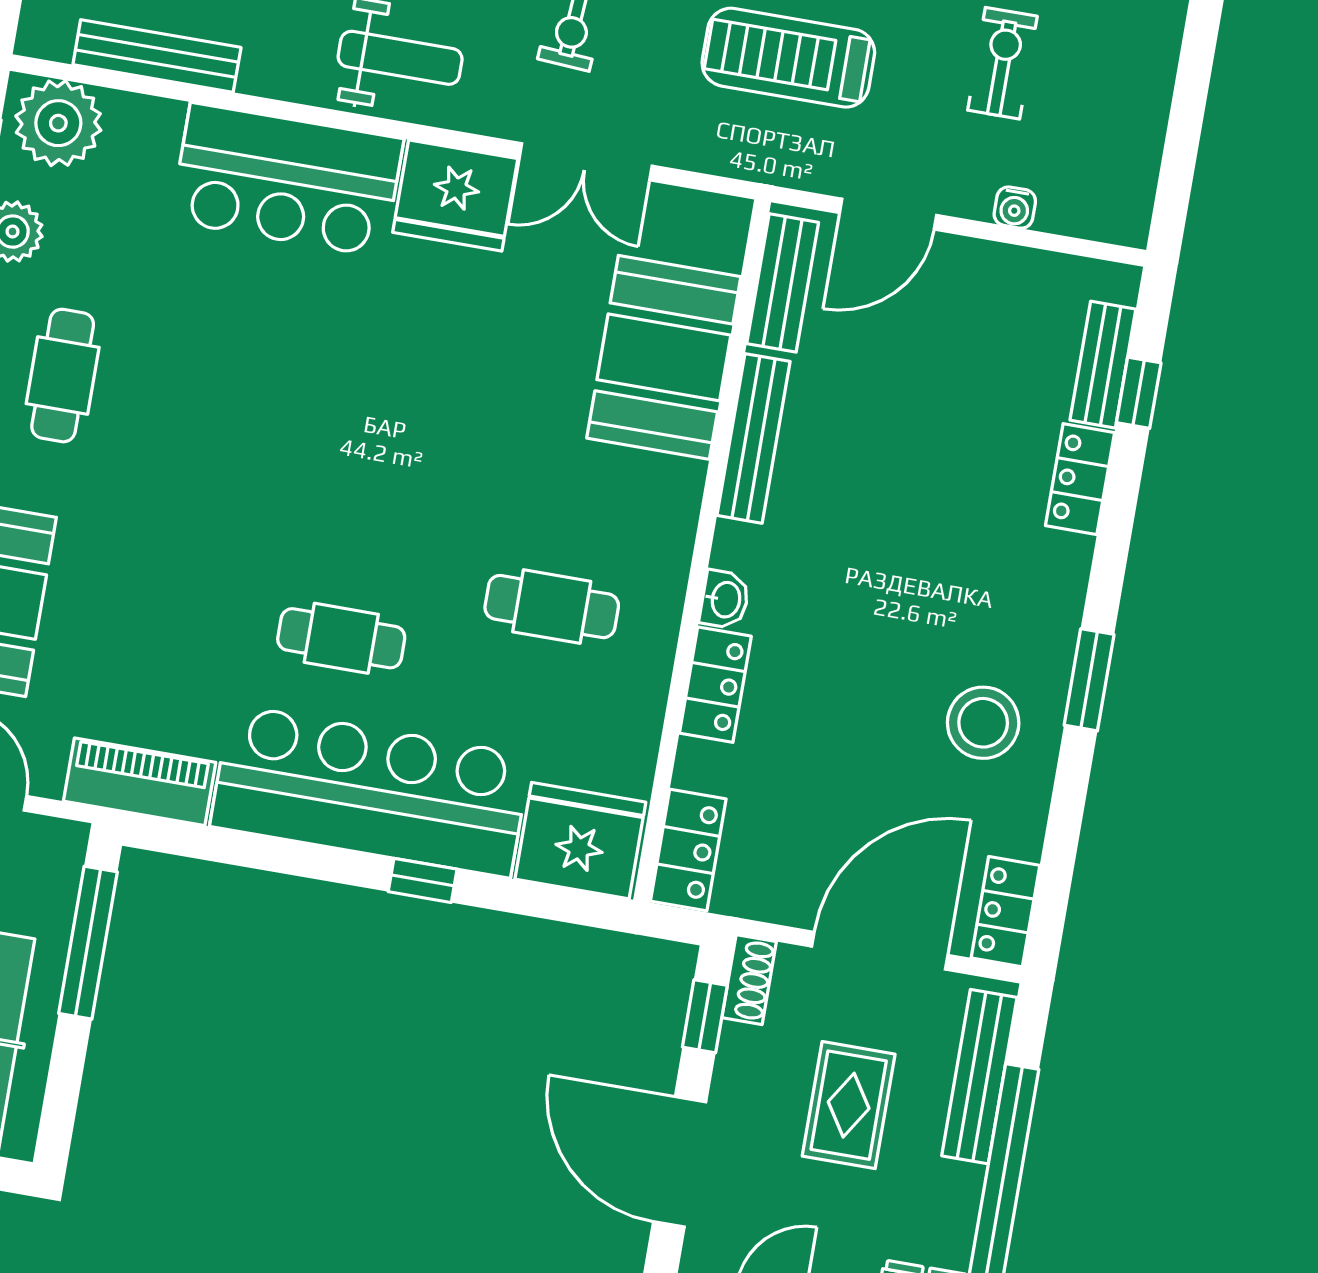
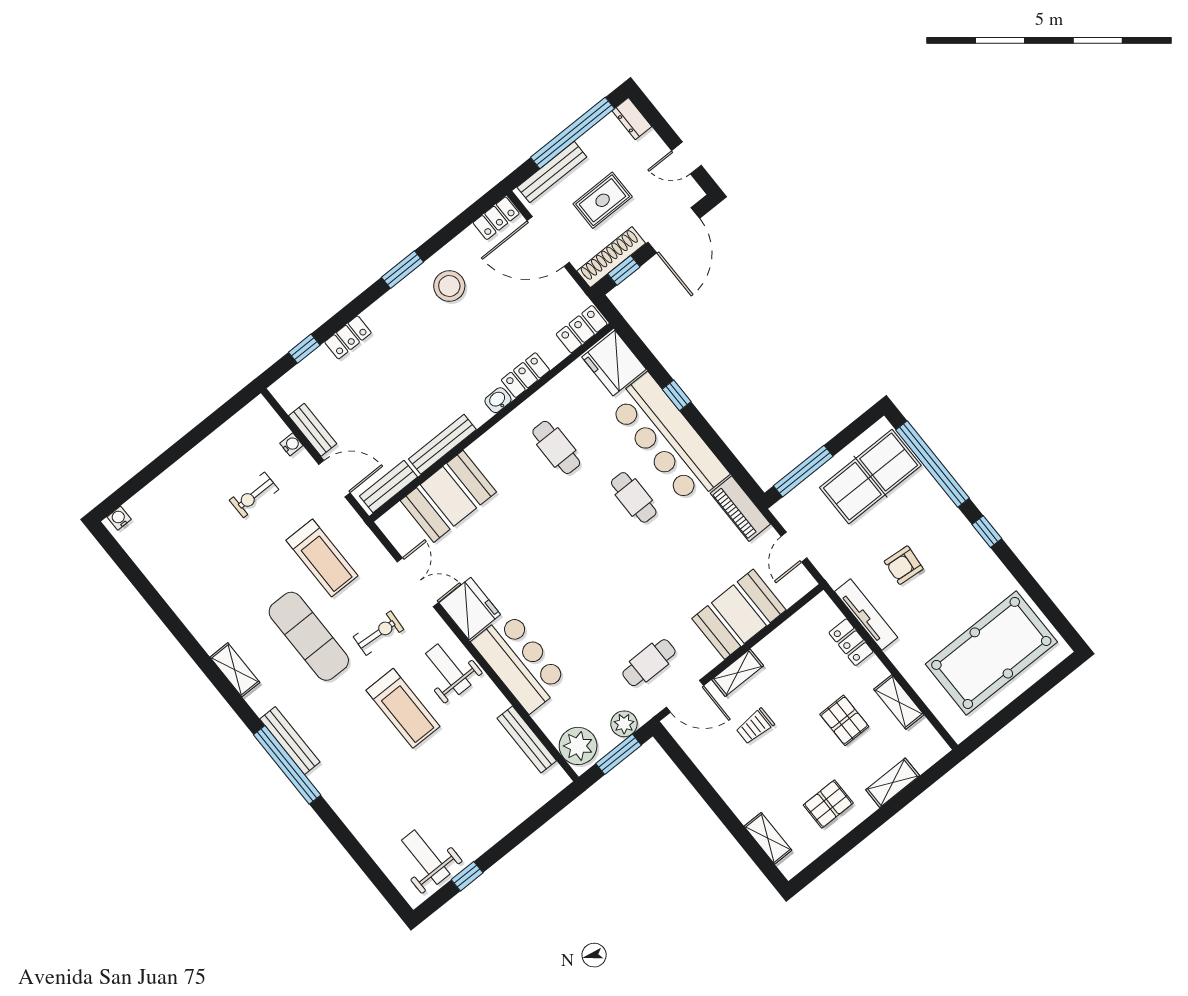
bench: (1103, 365) -> (313, 430), moved, turned 90
shoe rack: (749, 980) -> (611, 257), width x1.94, depth x1.24

